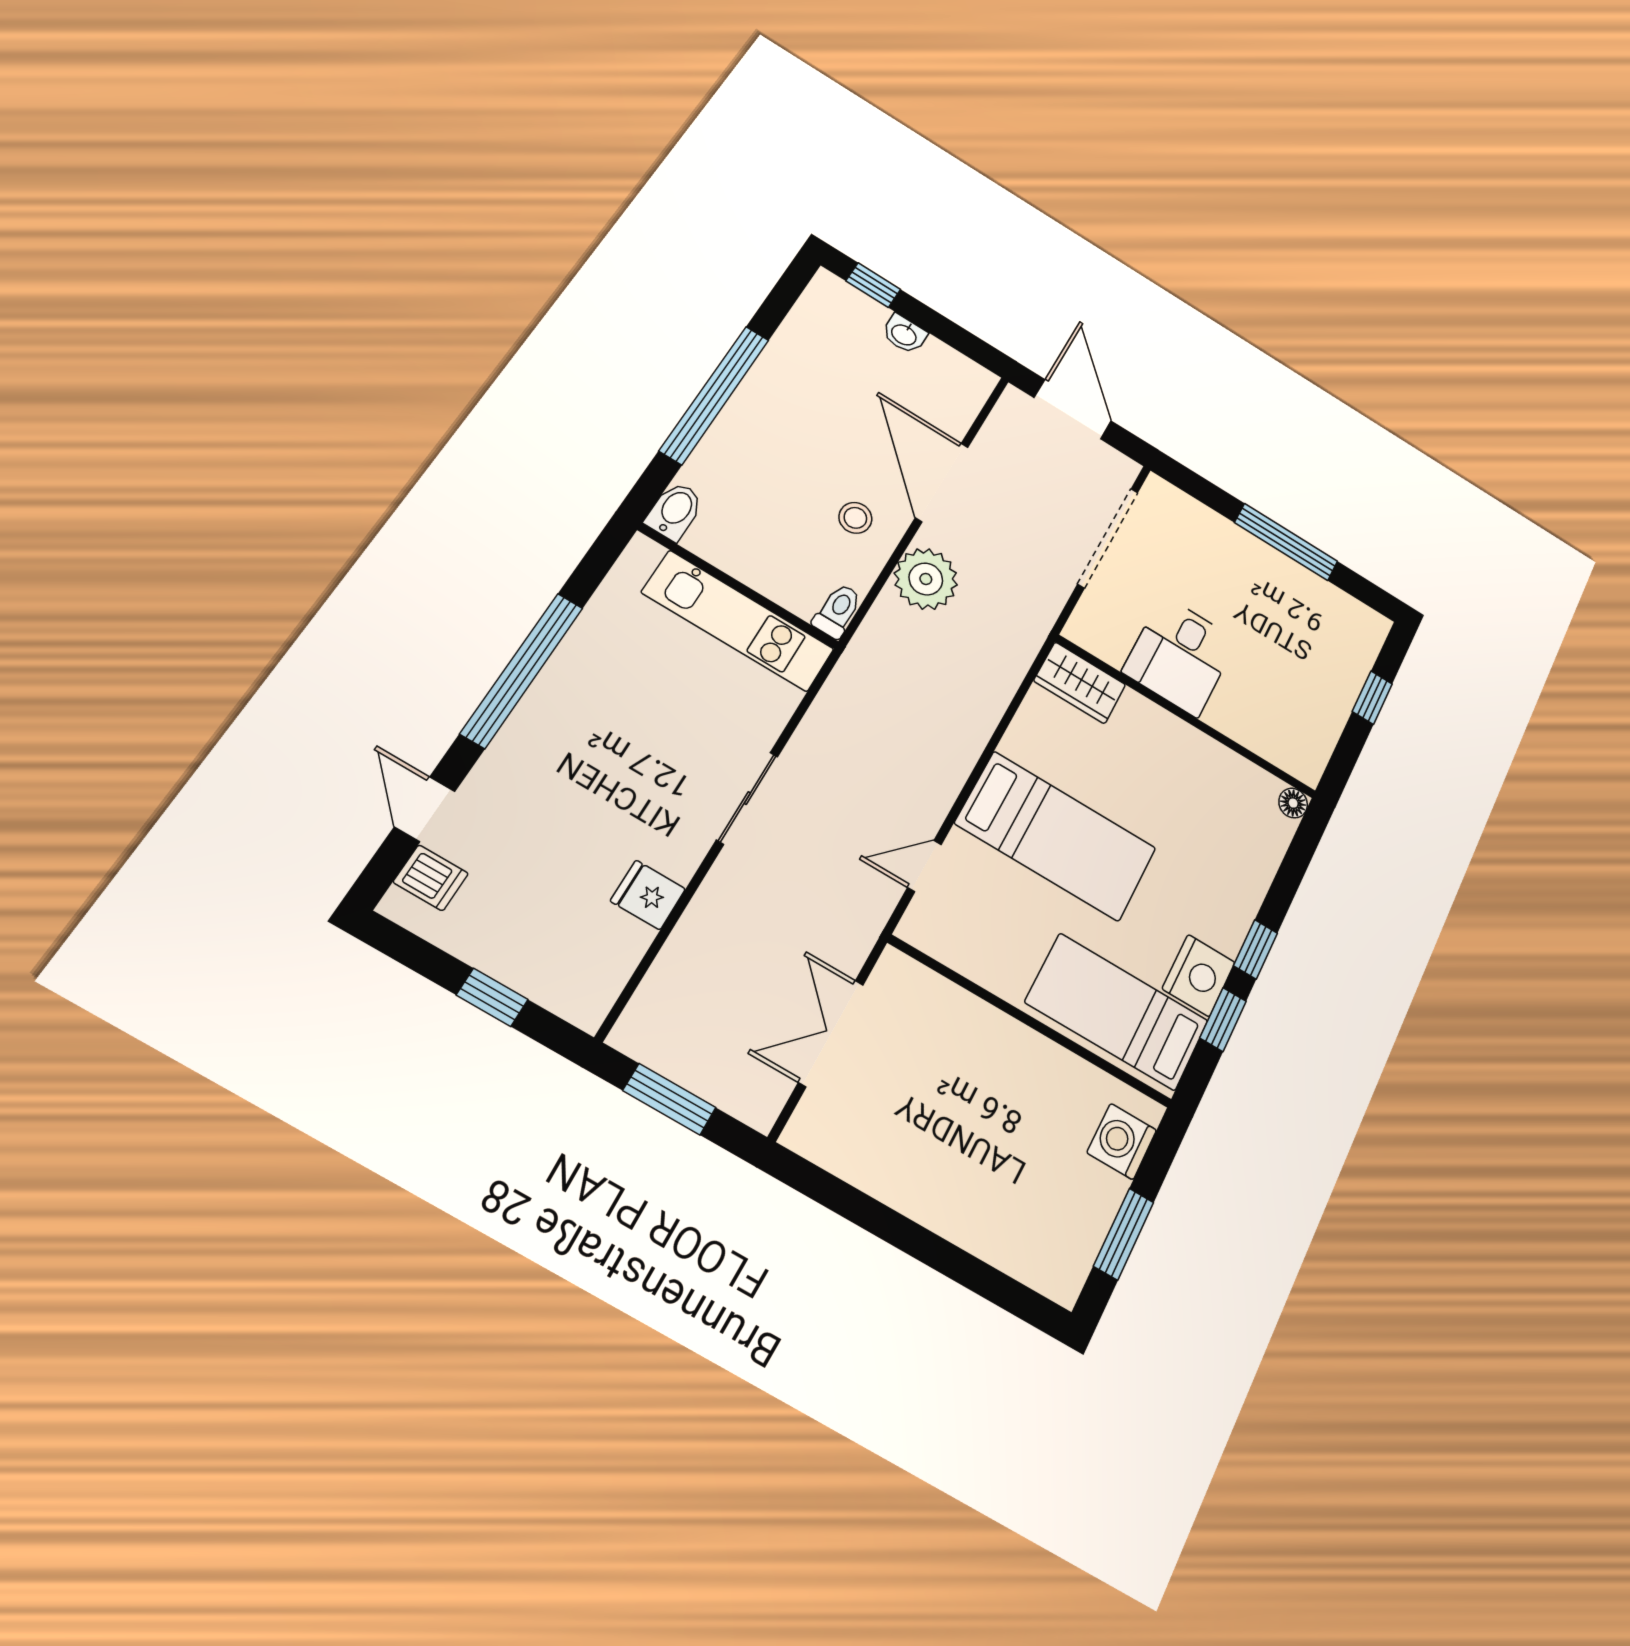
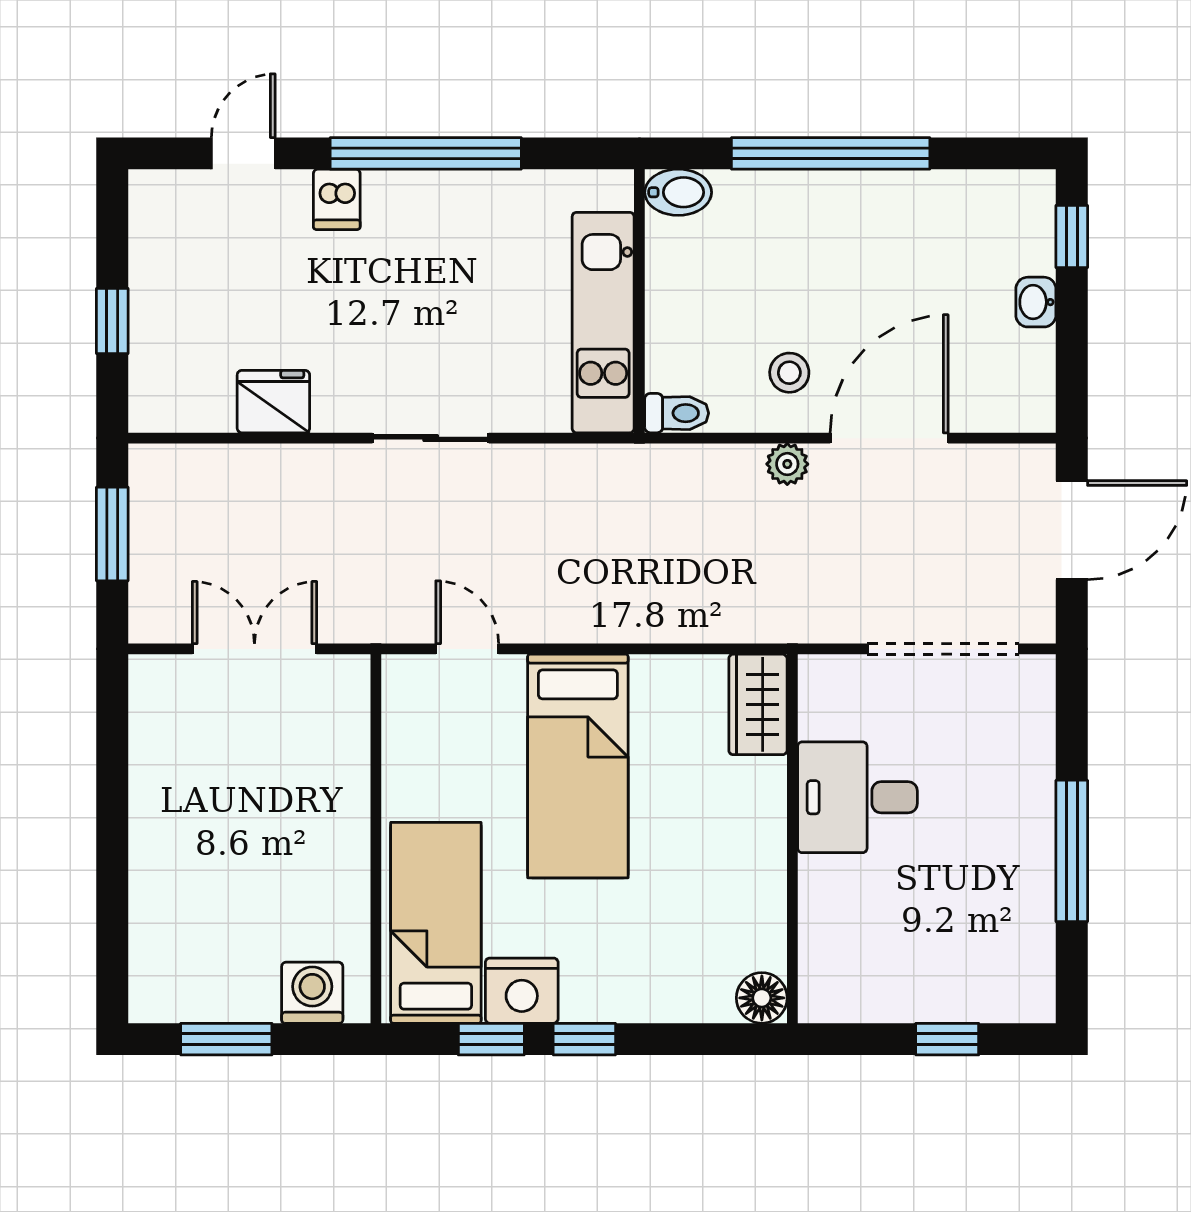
plant: (926, 579) -> (787, 464), width x0.53, depth x0.53
floor lamp: (1293, 803) -> (762, 998), width x1.37, depth x1.37
dishwasher: (431, 878) -> (337, 199), moved
fridge: (648, 895) -> (273, 402), width x1.38

